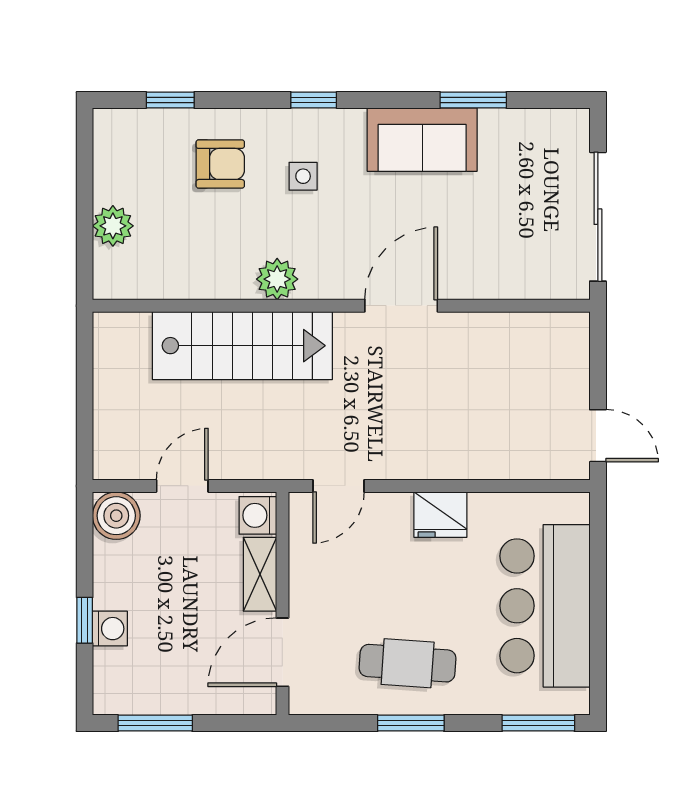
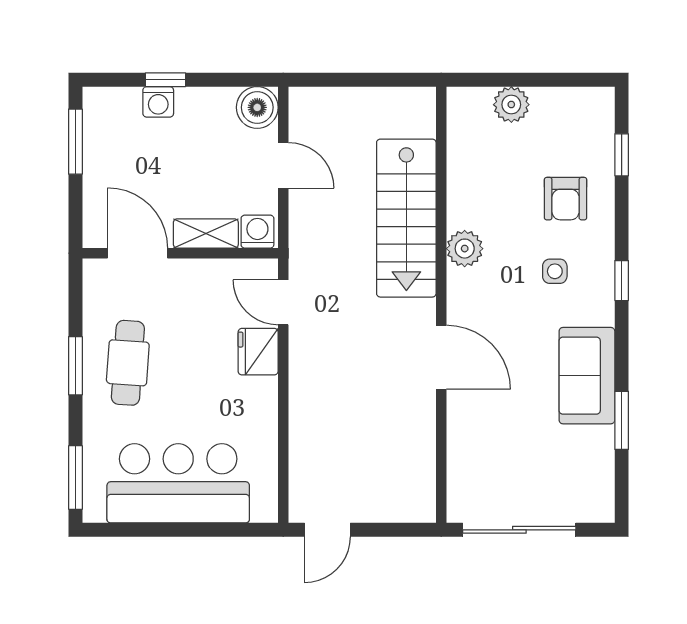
fridge: (440, 515) -> (258, 352), moved

